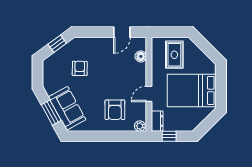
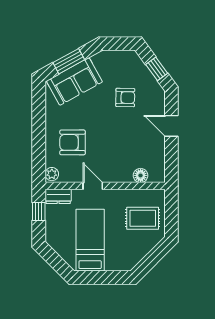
door: (122, 32) -> (171, 126), moved
bed: (192, 90) -> (90, 240), width x0.67

